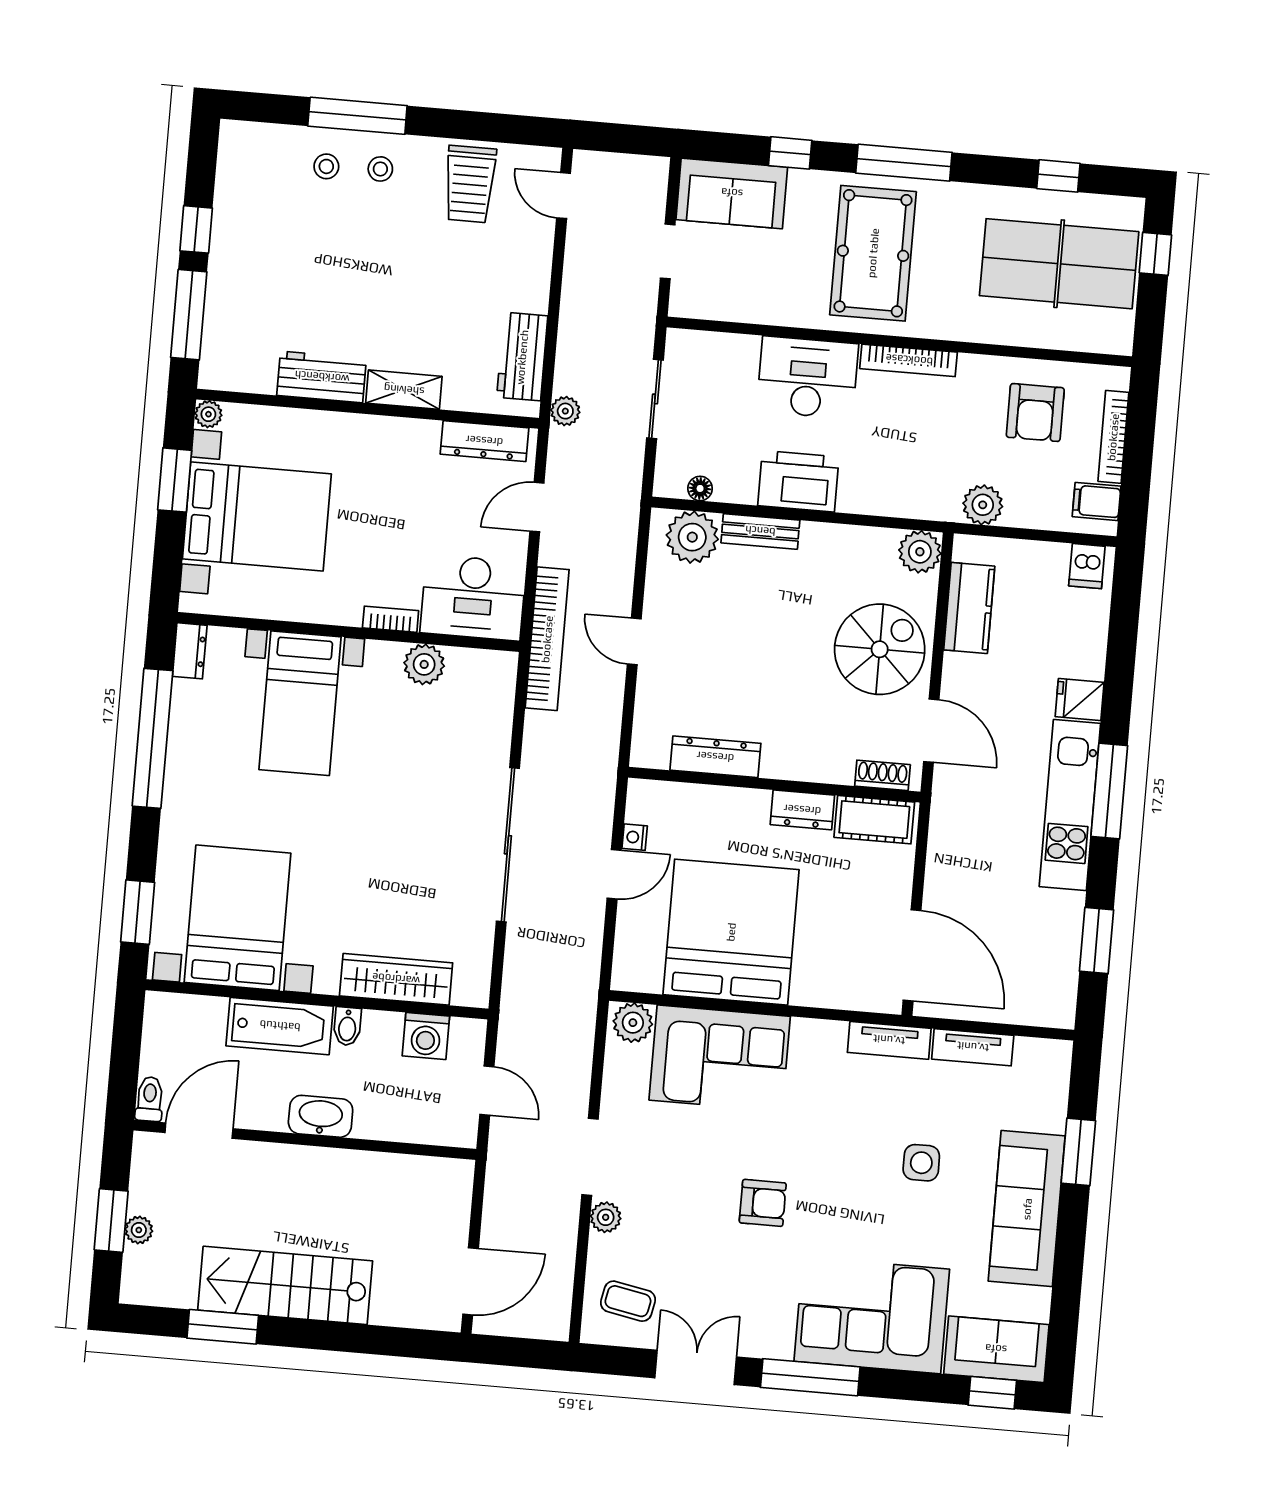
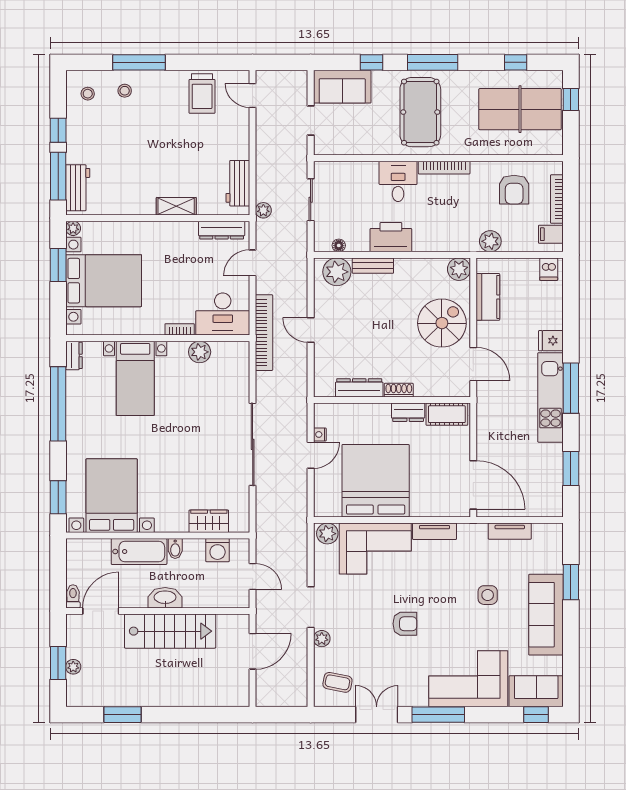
stool: (380, 169) -> (88, 94), moved
workbench: (322, 377) -> (78, 188), moved, turned 90
desk: (808, 378) -> (398, 181), width x0.73
shoe rack: (882, 775) -> (399, 390), moved
wardrobe: (396, 979) -> (209, 521), width x0.67
tv unit: (889, 1040) -> (435, 531), moved
door: (471, 1281) -> (253, 651), moved
stairs: (285, 1285) -> (170, 631), moved, turned 180

